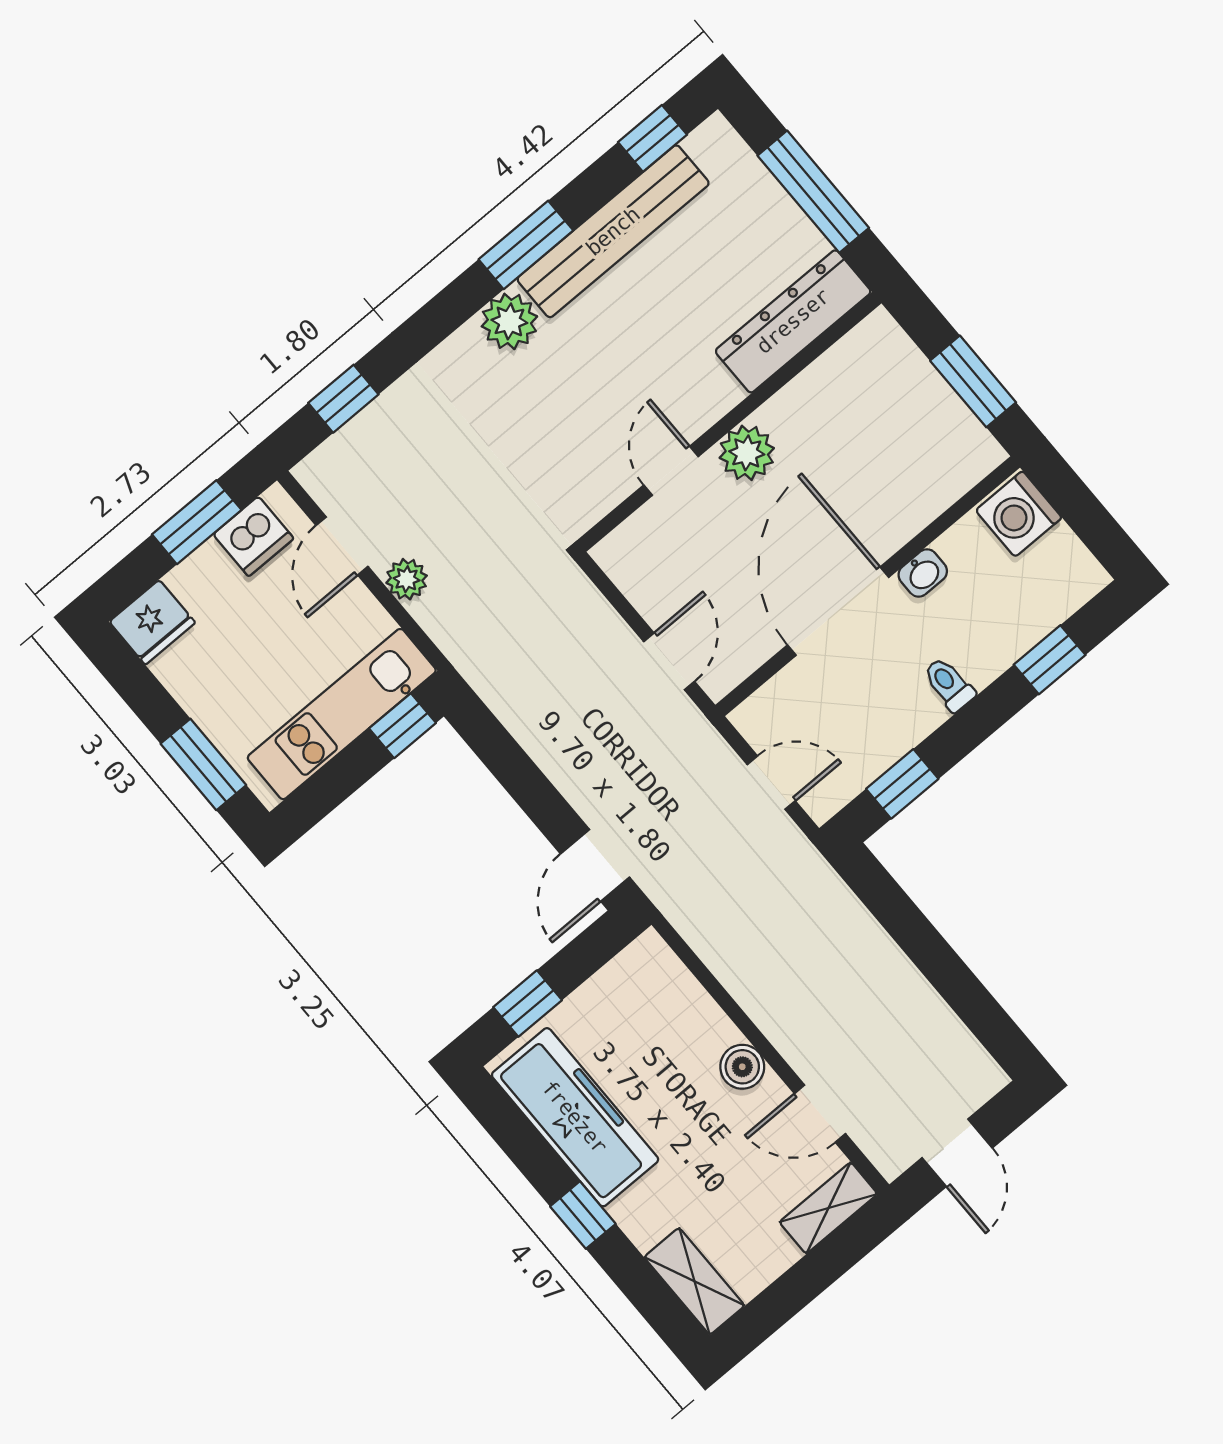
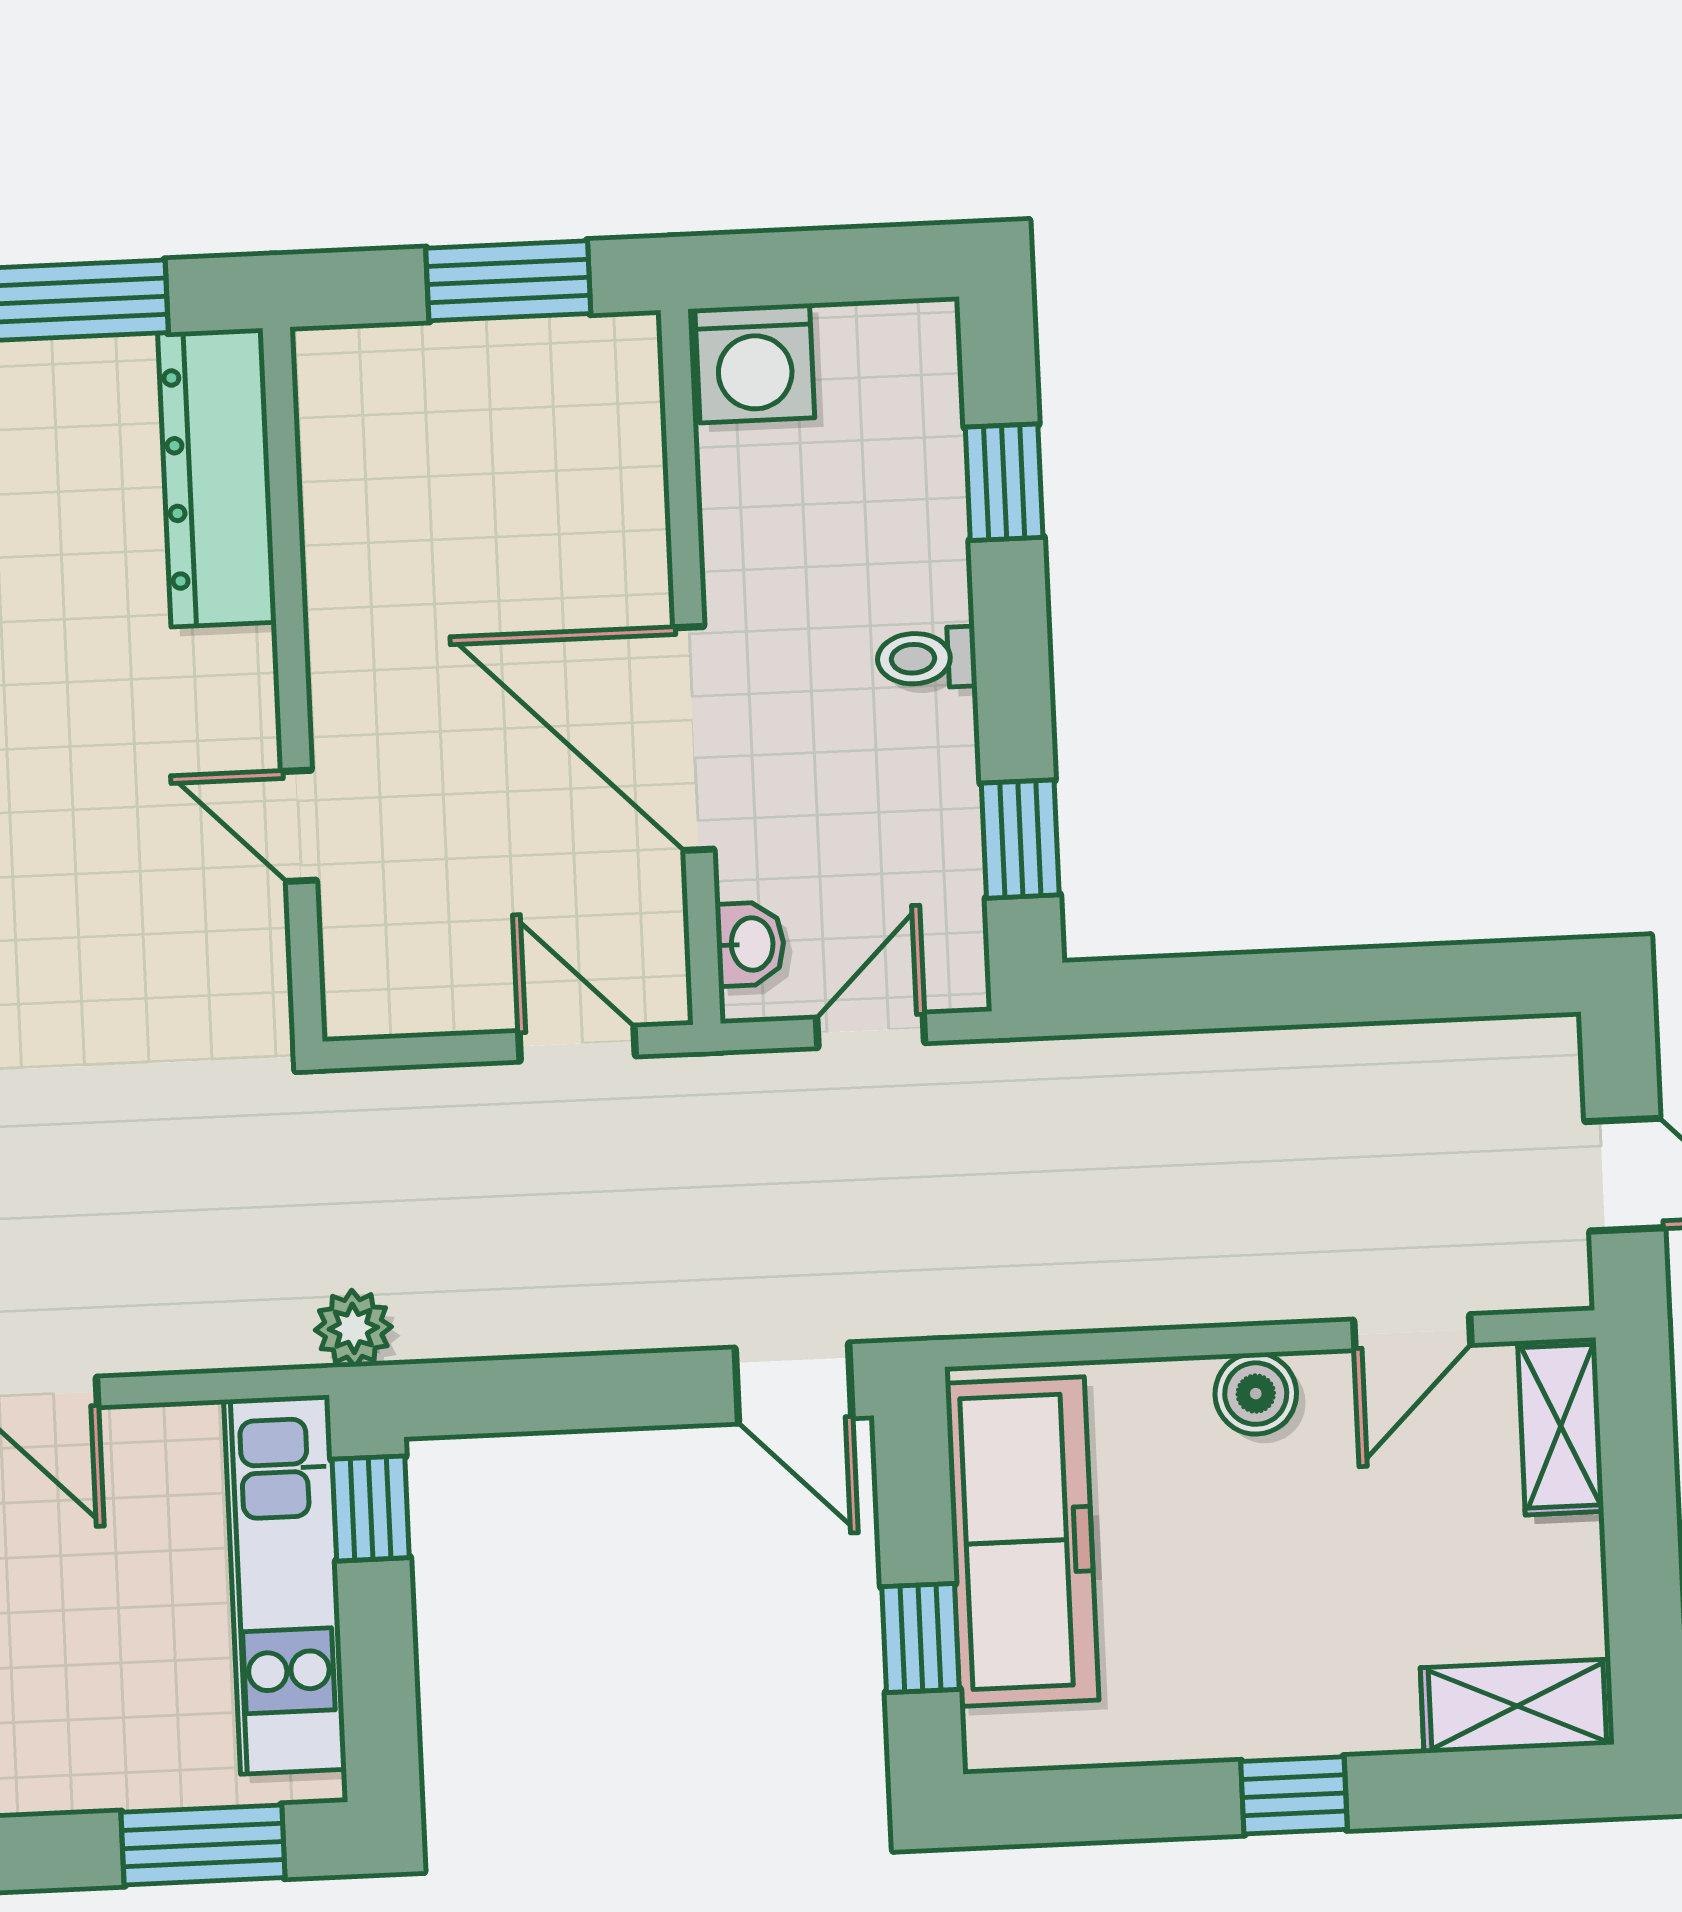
plant: (747, 453) -> (358, 694), removed
washbasin: (923, 573) -> (750, 944), moved
plant: (407, 579) -> (353, 1328), moved
freezer: (575, 1117) -> (1022, 1542), moved, turned 90

